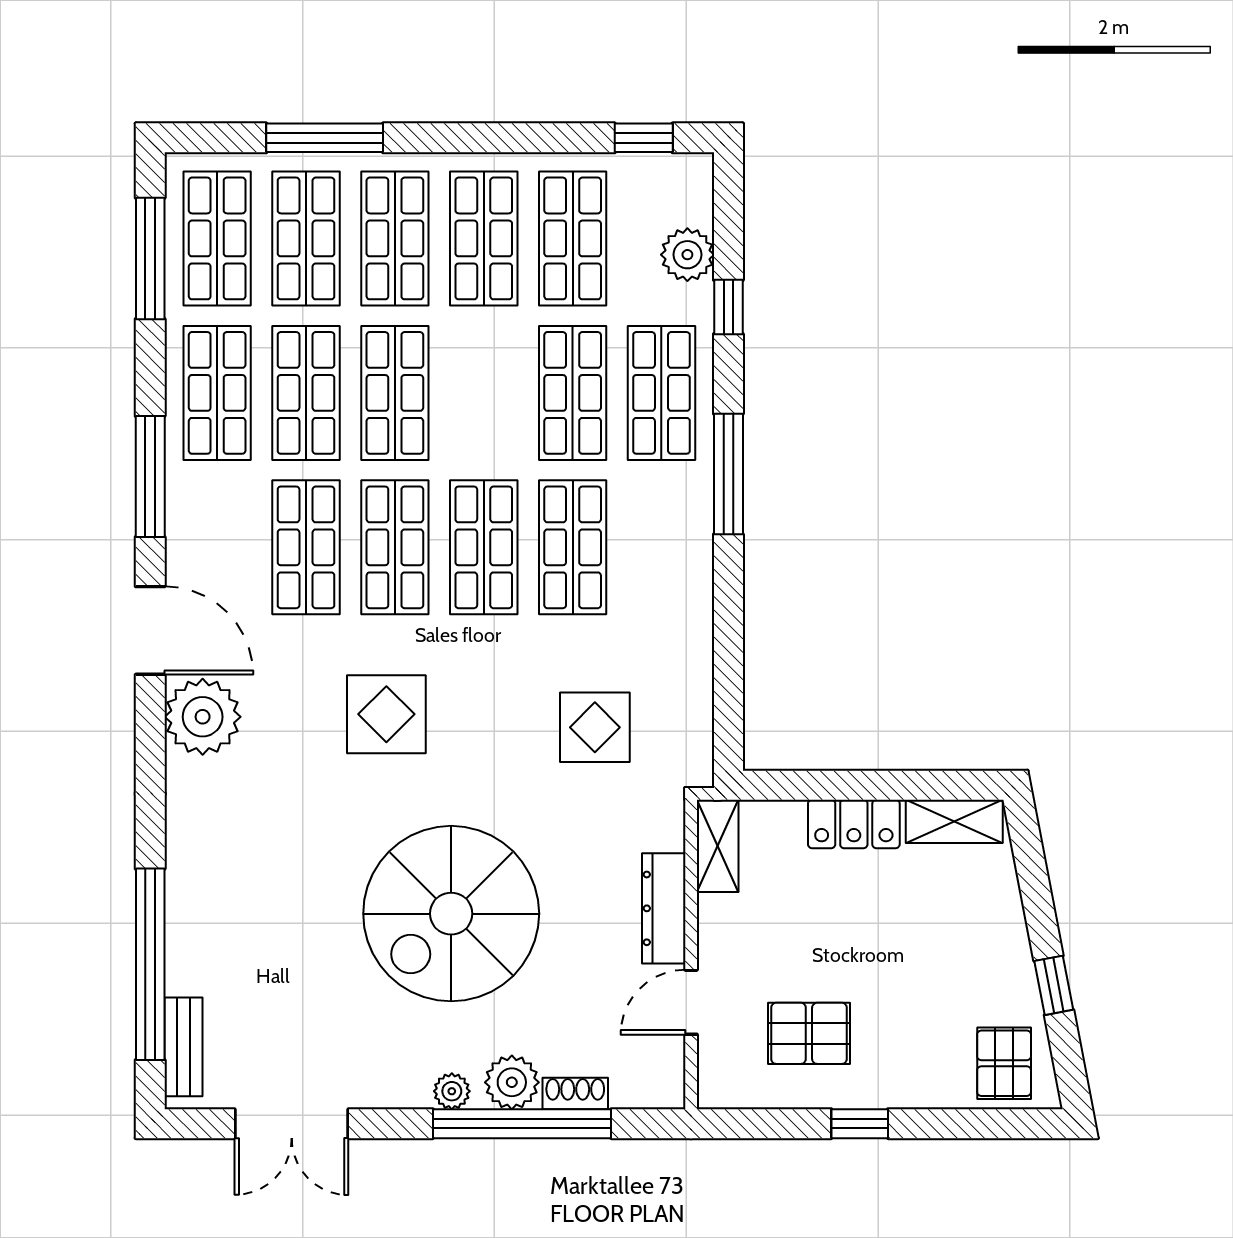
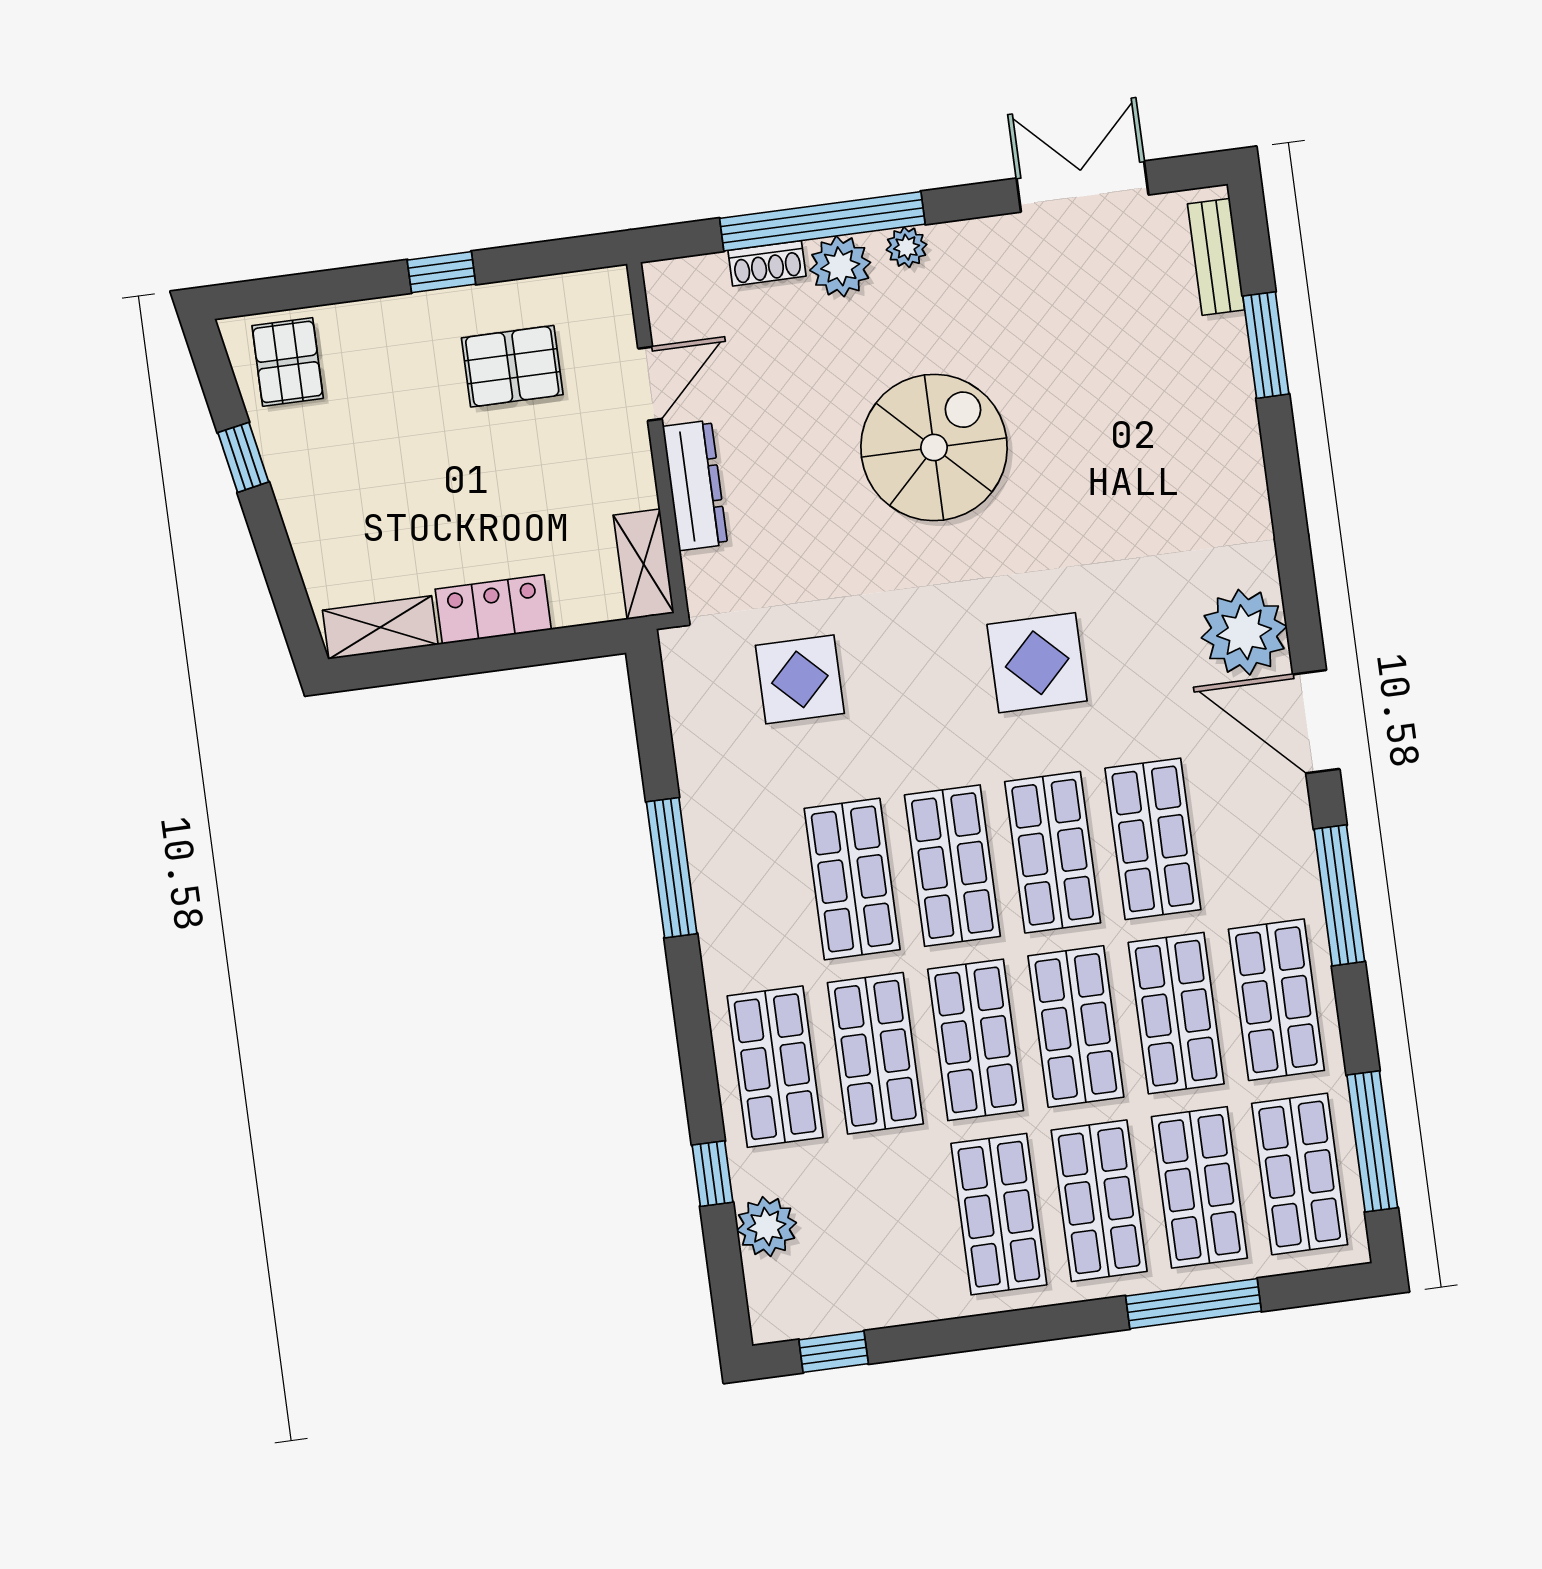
shop shelf: (573, 238) -> (976, 1040), moved
window: (728, 474) -> (672, 868), moved
spiral stairs: (451, 914) -> (934, 448), width x0.73, depth x0.73
window: (150, 964) -> (1266, 345), width x0.47

